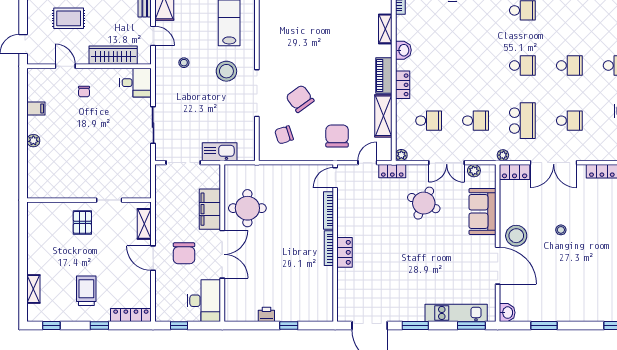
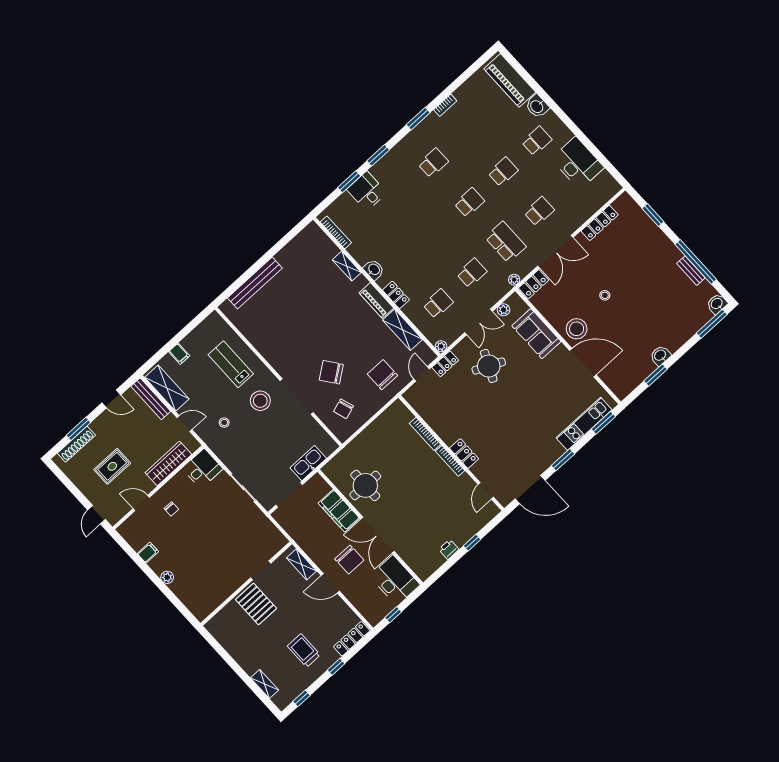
door: (335, 178) -> (486, 491), moved
pallet: (82, 222) -> (256, 604), width x1.50, depth x1.42
double door: (222, 254) -> (377, 535), swing flipped
washbasin: (507, 313) -> (660, 355), moved, turned -90

